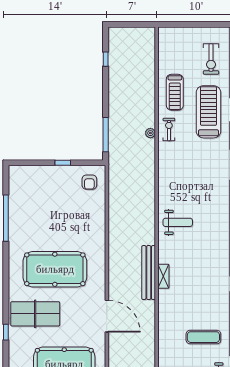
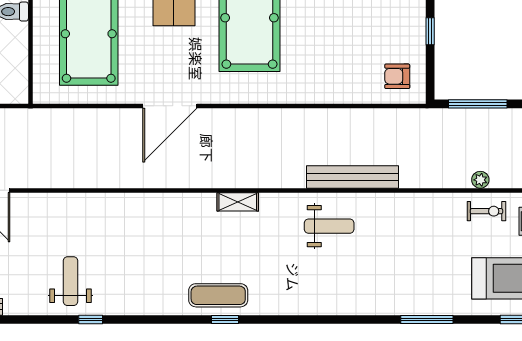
weight bench: (178, 222) -> (329, 226), turned -90
bench: (149, 273) -> (352, 177), moved
exercise mat: (203, 337) -> (218, 295), moved, turned 90

